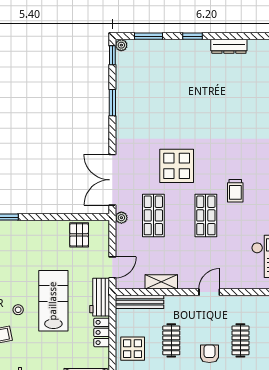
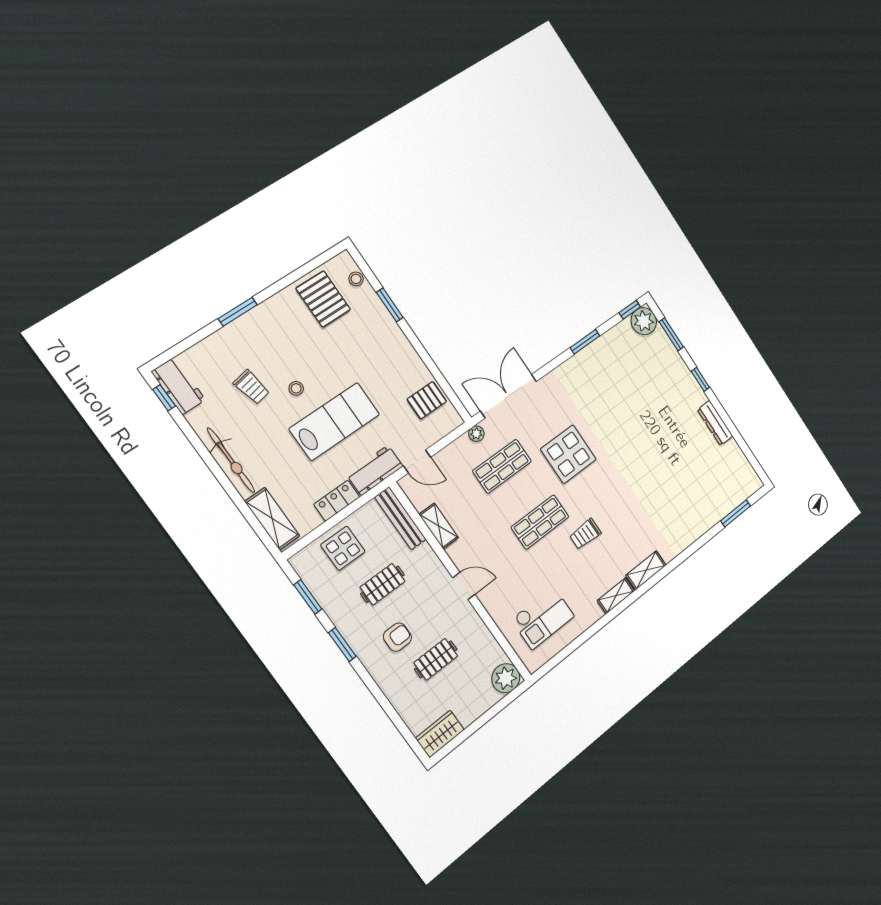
plant: (121, 45) -> (644, 321), width x1.88, depth x1.88

